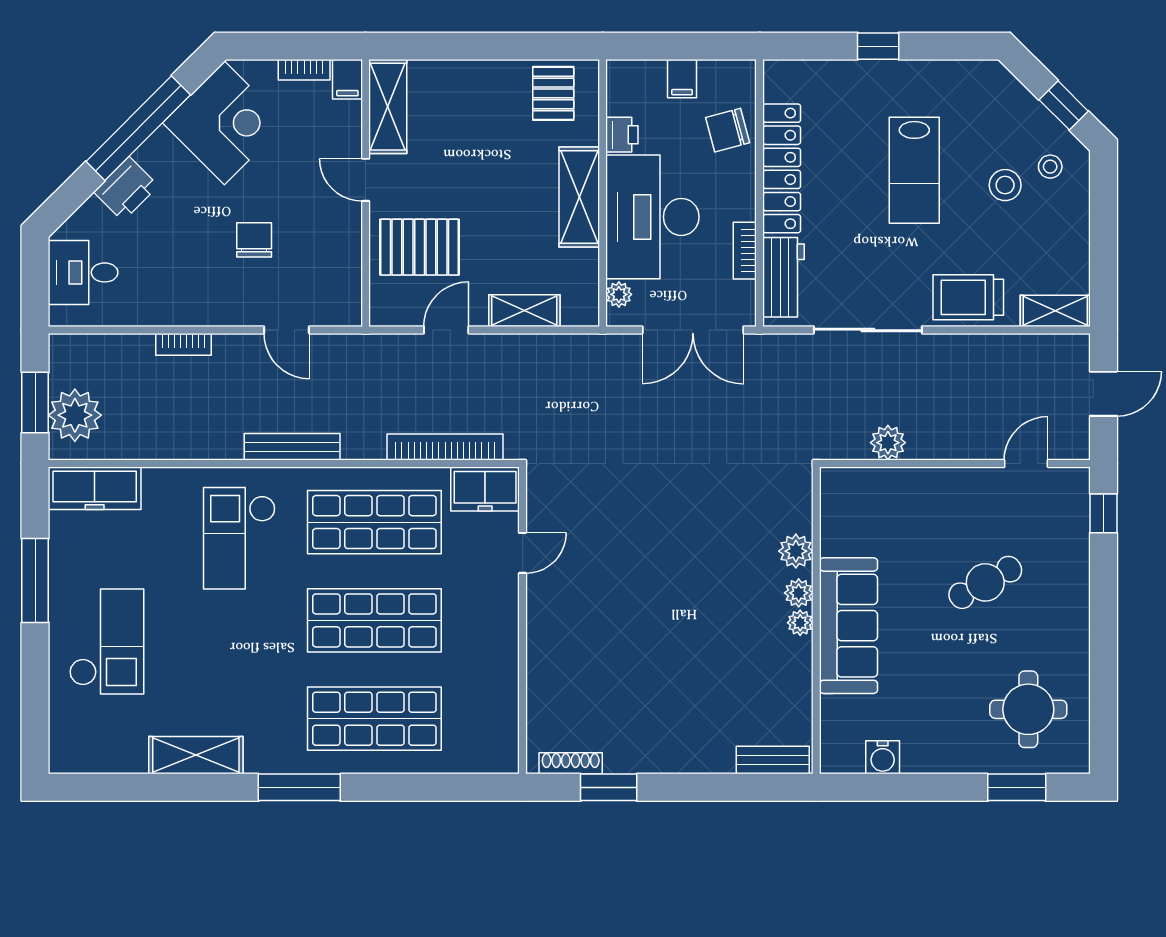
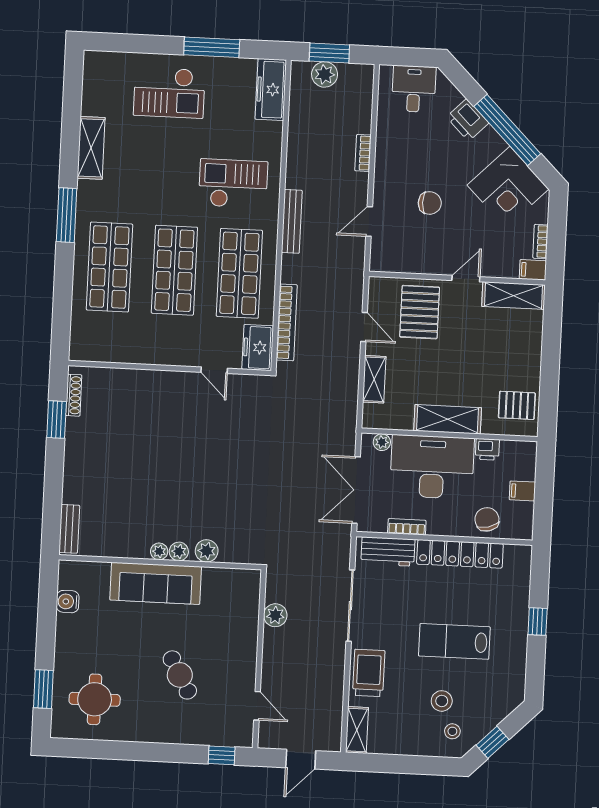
door: (1103, 394) -> (301, 759), hinge flipped
plant: (75, 415) -> (325, 74), width x0.73, depth x0.73

